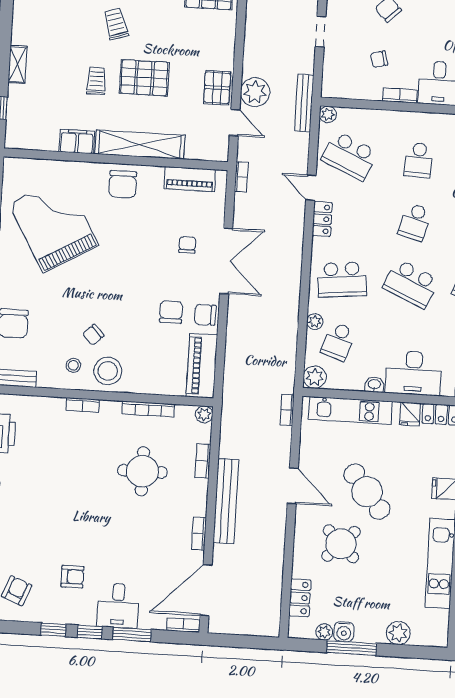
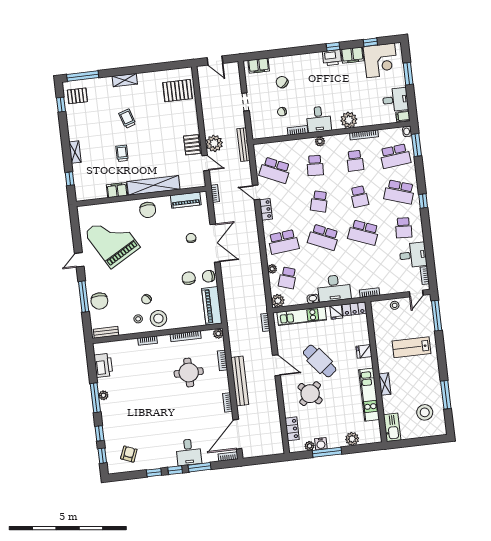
pallet: (144, 78) -> (149, 147), removed
plant: (328, 114) -> (320, 141), moved
armchair: (72, 577) -> (159, 440), removed

